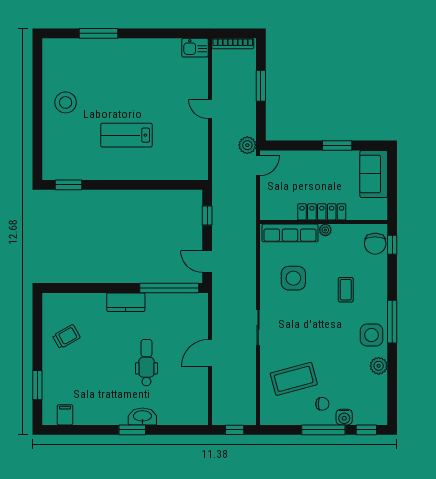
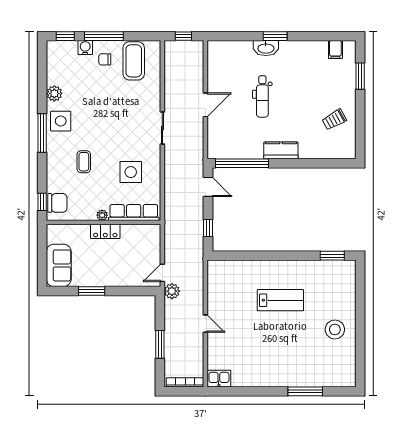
locker: (322, 212) -> (105, 231), width x0.66
chair: (375, 244) -> (57, 203), turned 90
coffee table: (294, 379) -> (134, 61), moved, turned -75

